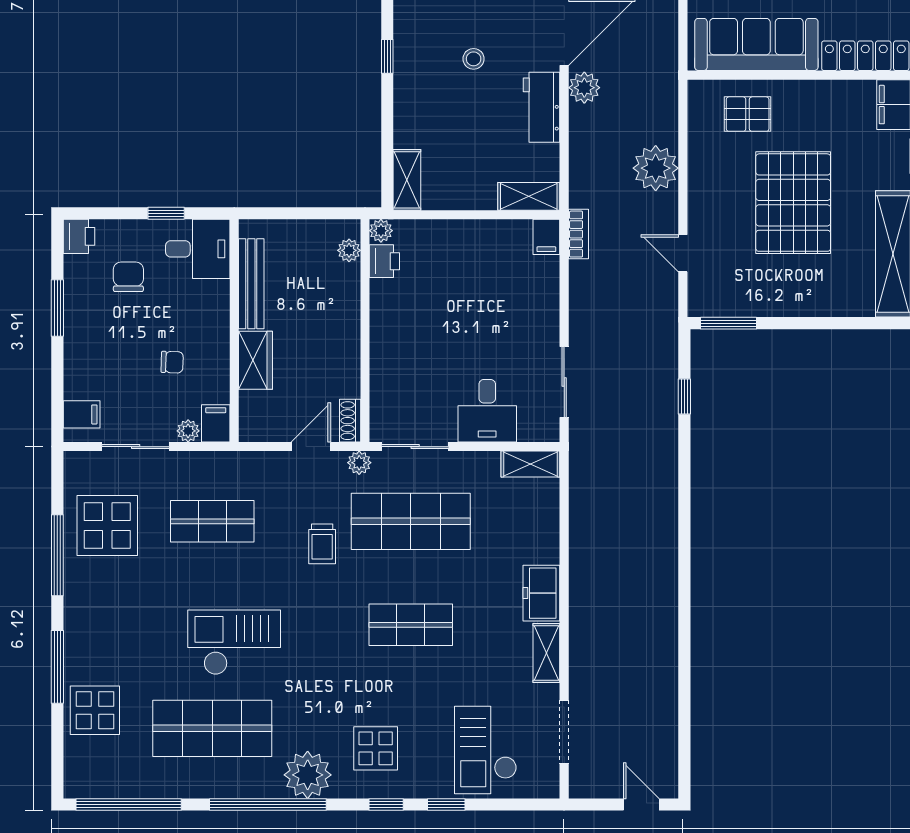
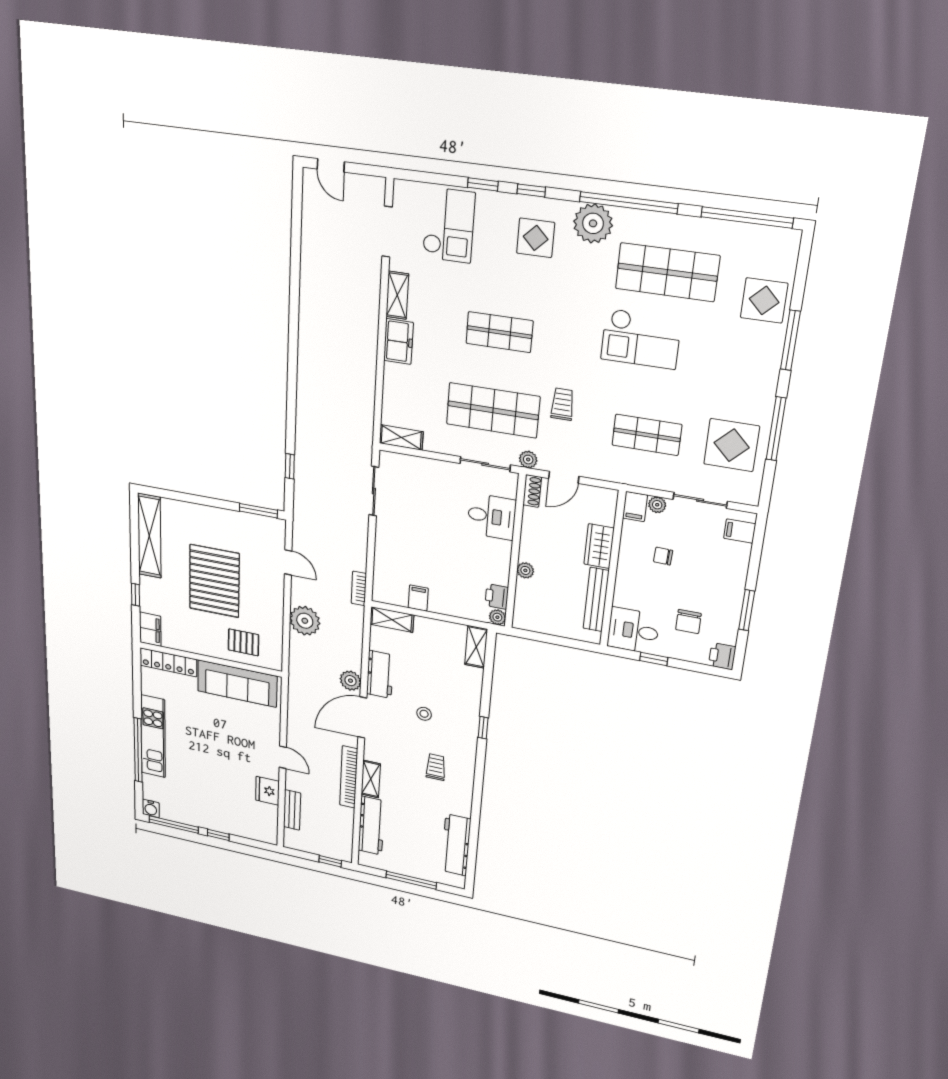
filing cabinet: (546, 237) -> (418, 598), moved
plant: (349, 250) -> (525, 570), moved
desk: (487, 411) -> (492, 517), moved, turned 90

